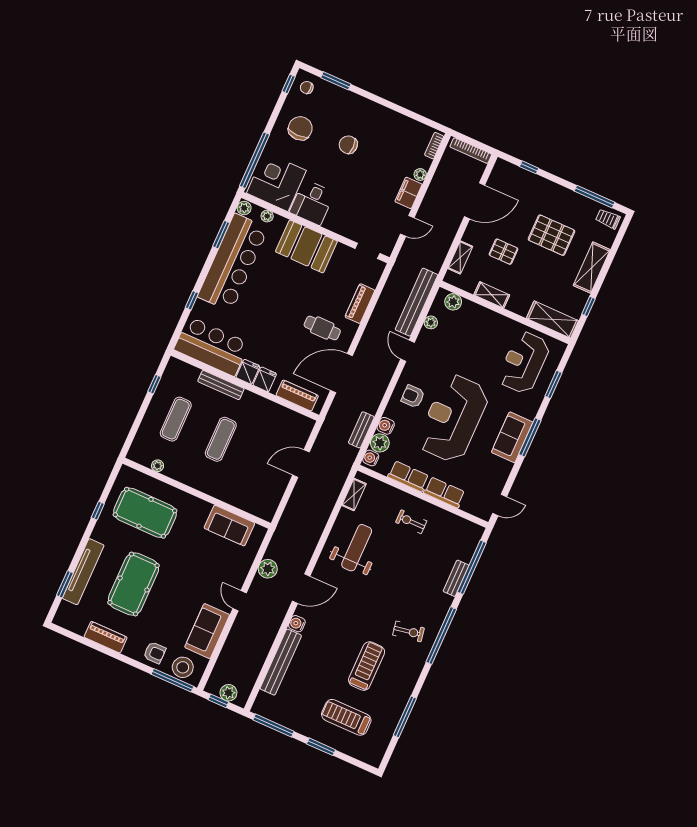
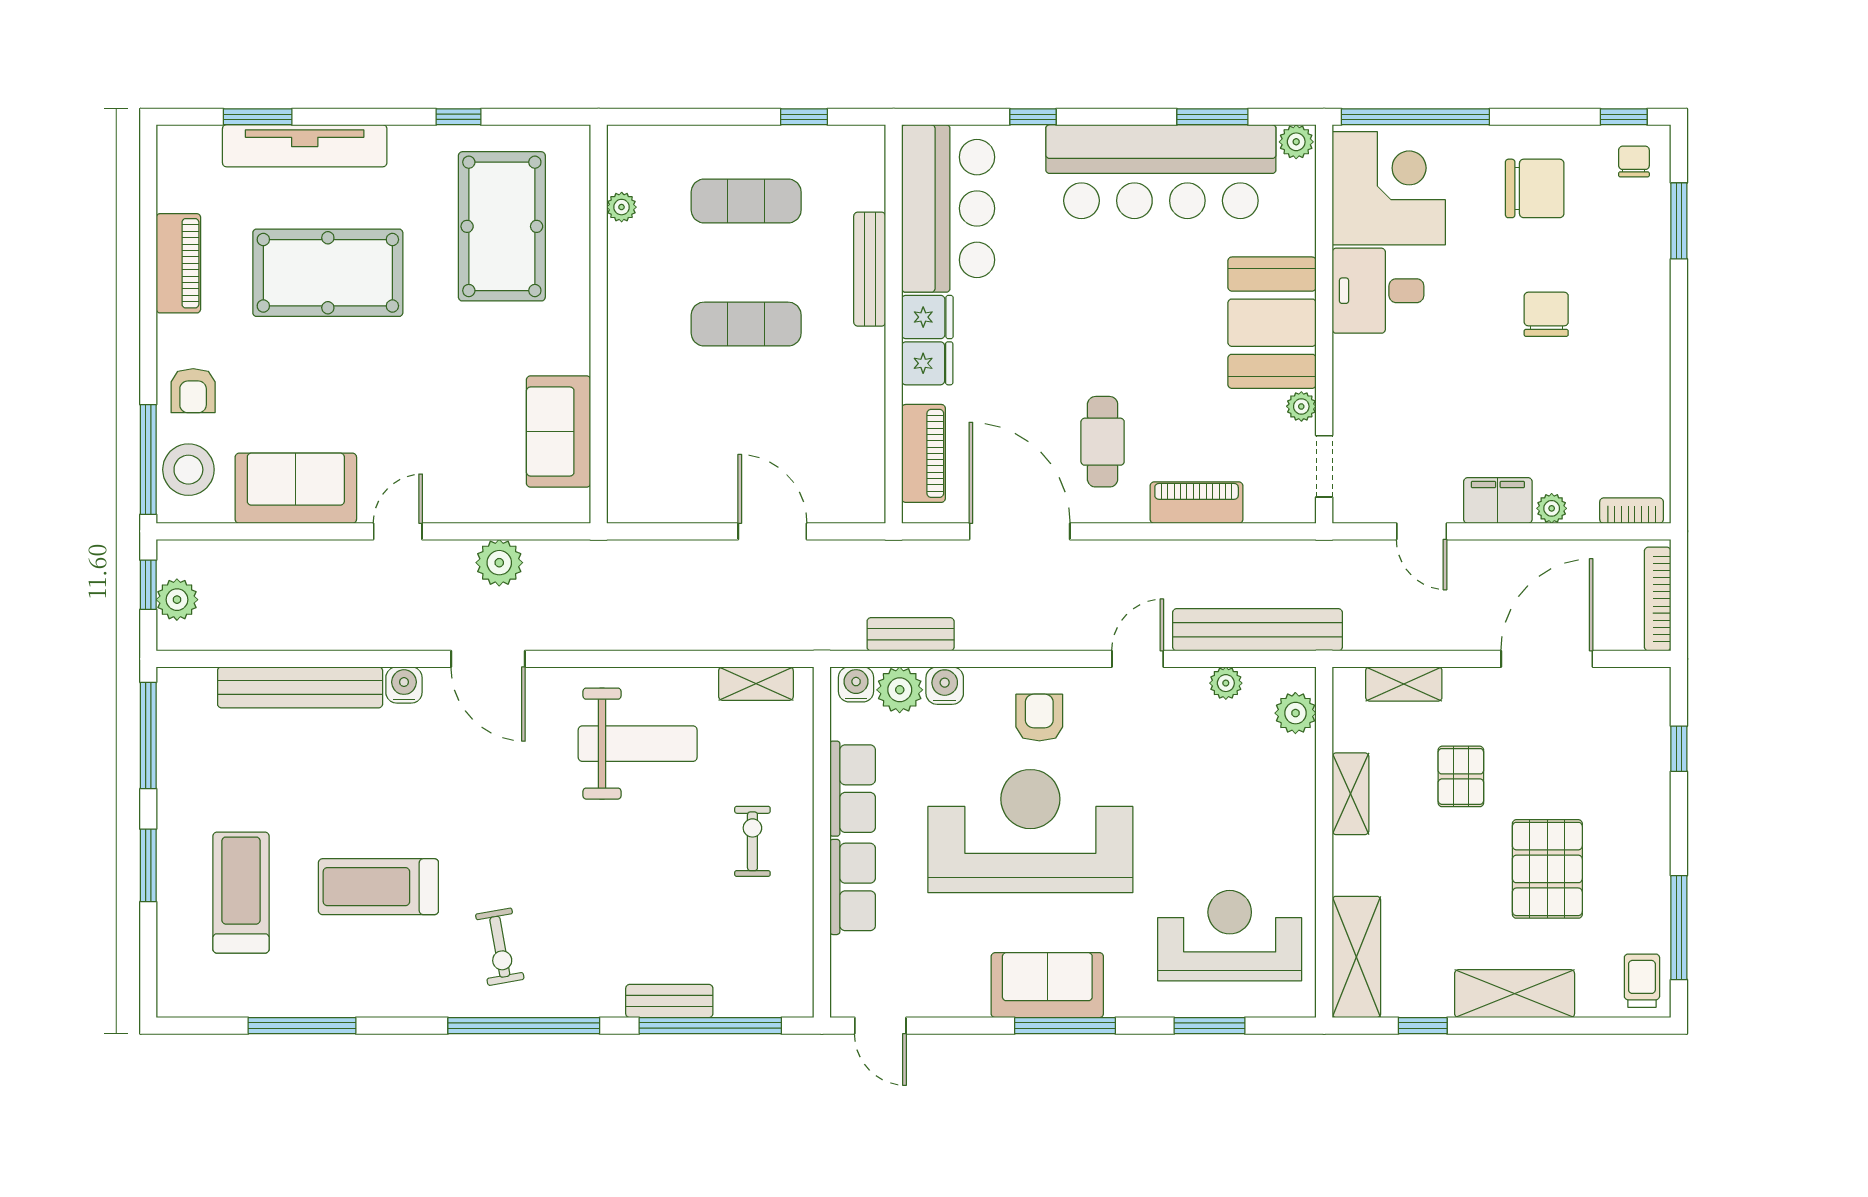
door: (475, 201) -> (1547, 659), swing flipped
plant: (267, 216) -> (1301, 406), moved
treadmill: (367, 666) -> (378, 887), turned 180

